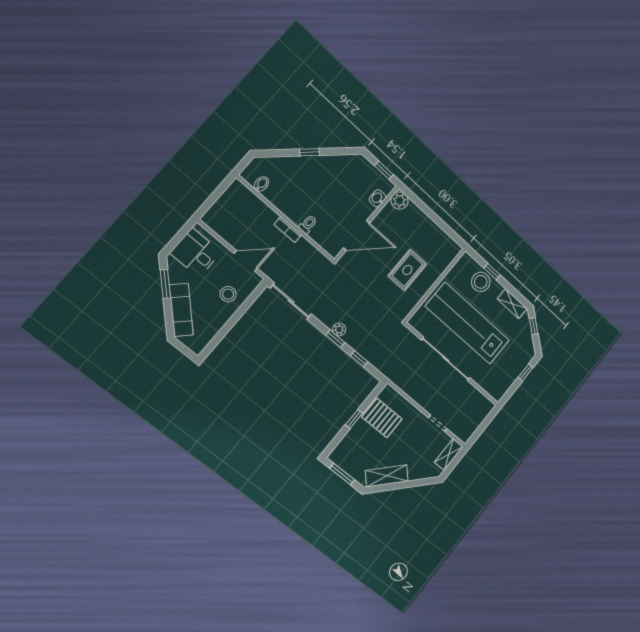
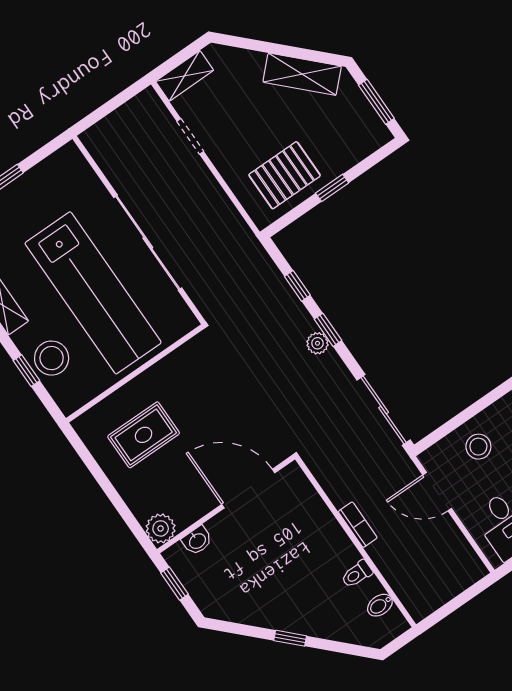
toilet: (308, 224) -> (357, 574), moved
rug: (407, 270) -> (144, 435), moved
pallet: (382, 418) -> (285, 175), turned 90

